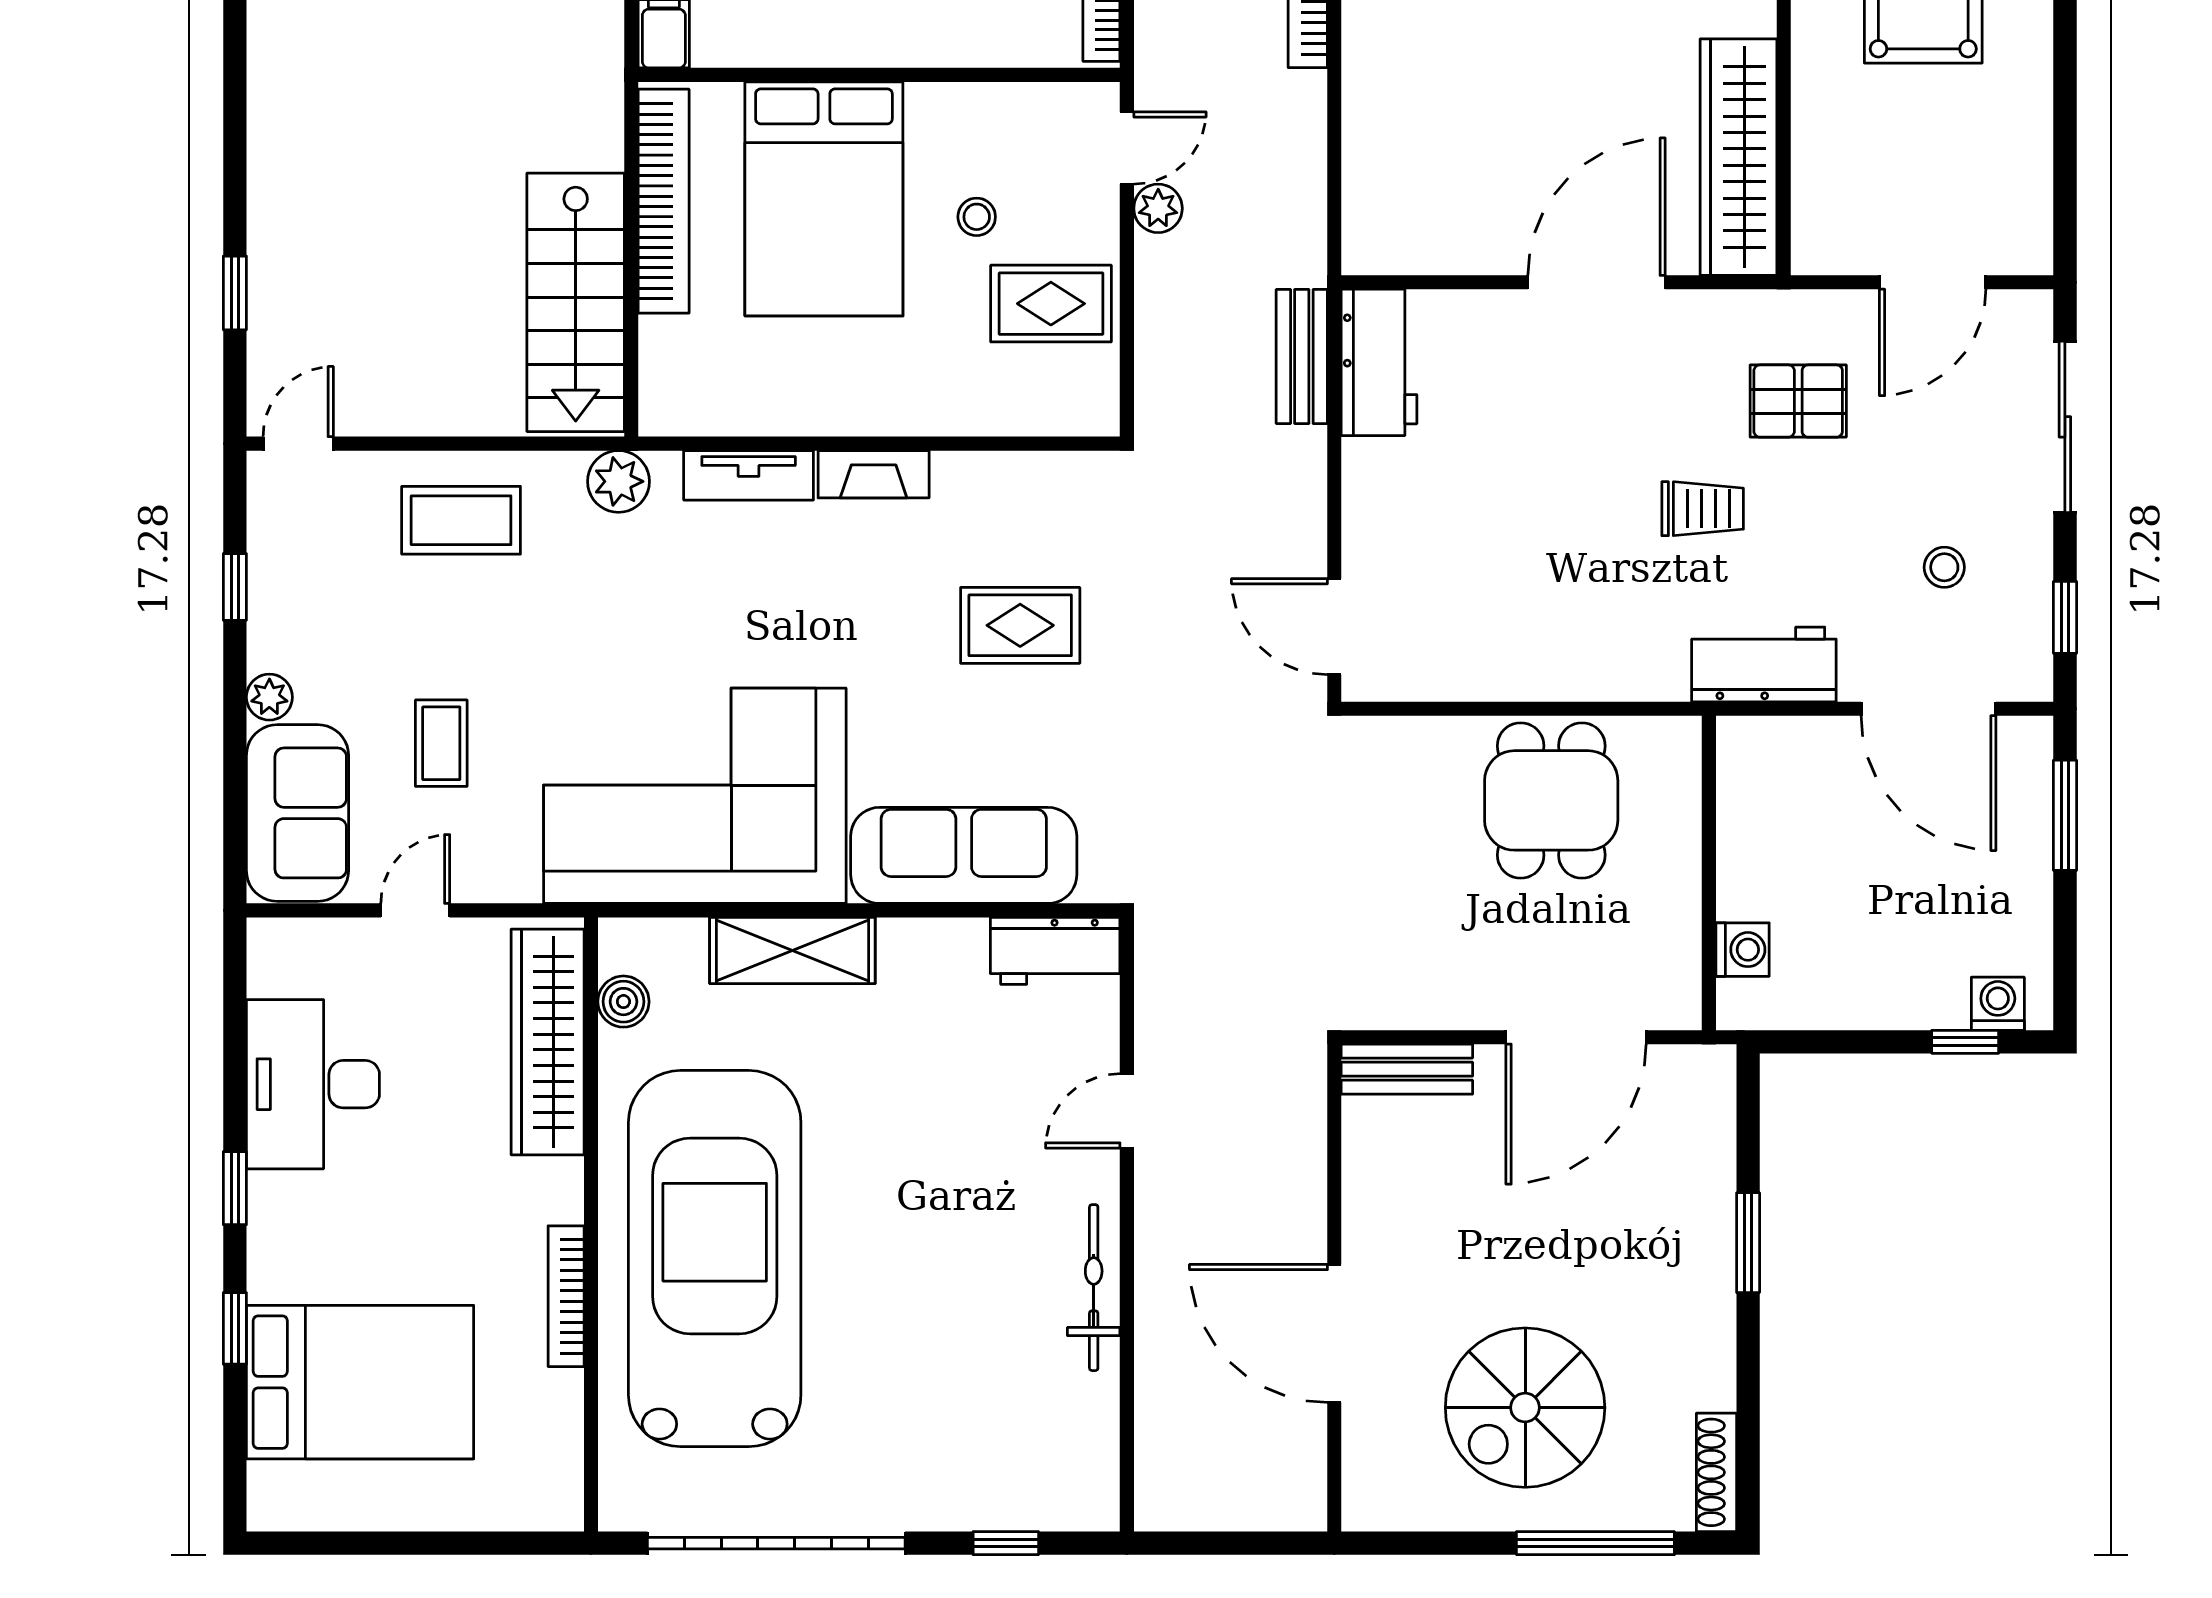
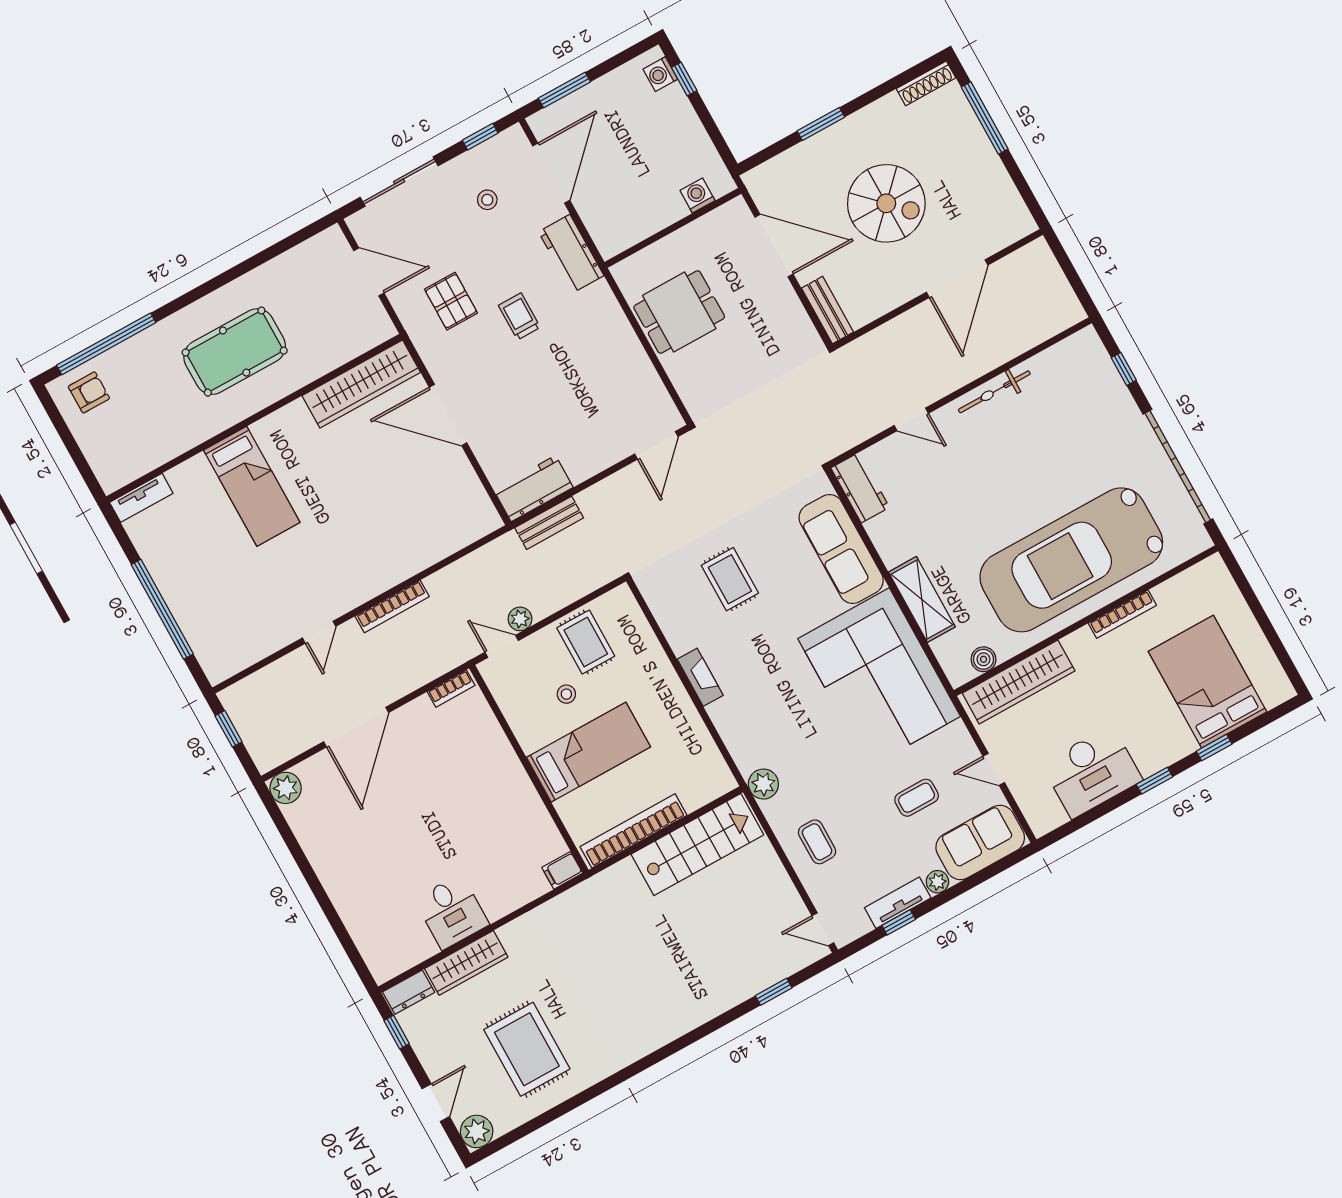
bed: (824, 199) -> (589, 752), width x0.67
tv unit: (749, 475) -> (898, 903), moved, turned -90
coffee table: (461, 520) -> (817, 842), width x0.73, depth x0.77
spiral stairs: (1525, 1408) -> (886, 203), moved

